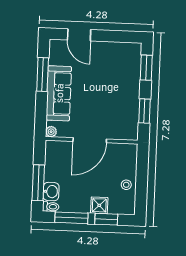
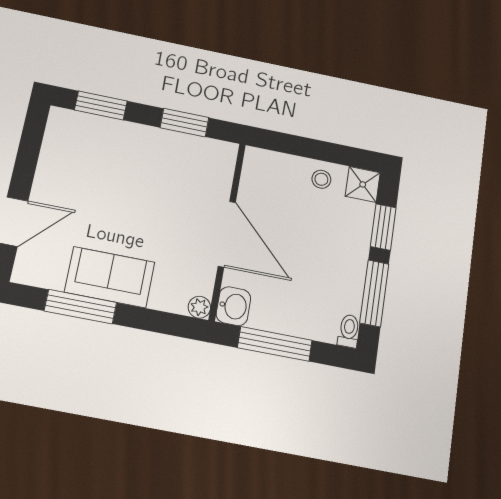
sofa: (59, 93) -> (110, 277), width x0.73
window: (38, 183) -> (275, 344), moved
washbasin: (51, 192) -> (233, 306), moved, turned 90
shower: (99, 205) -> (363, 184), moved

